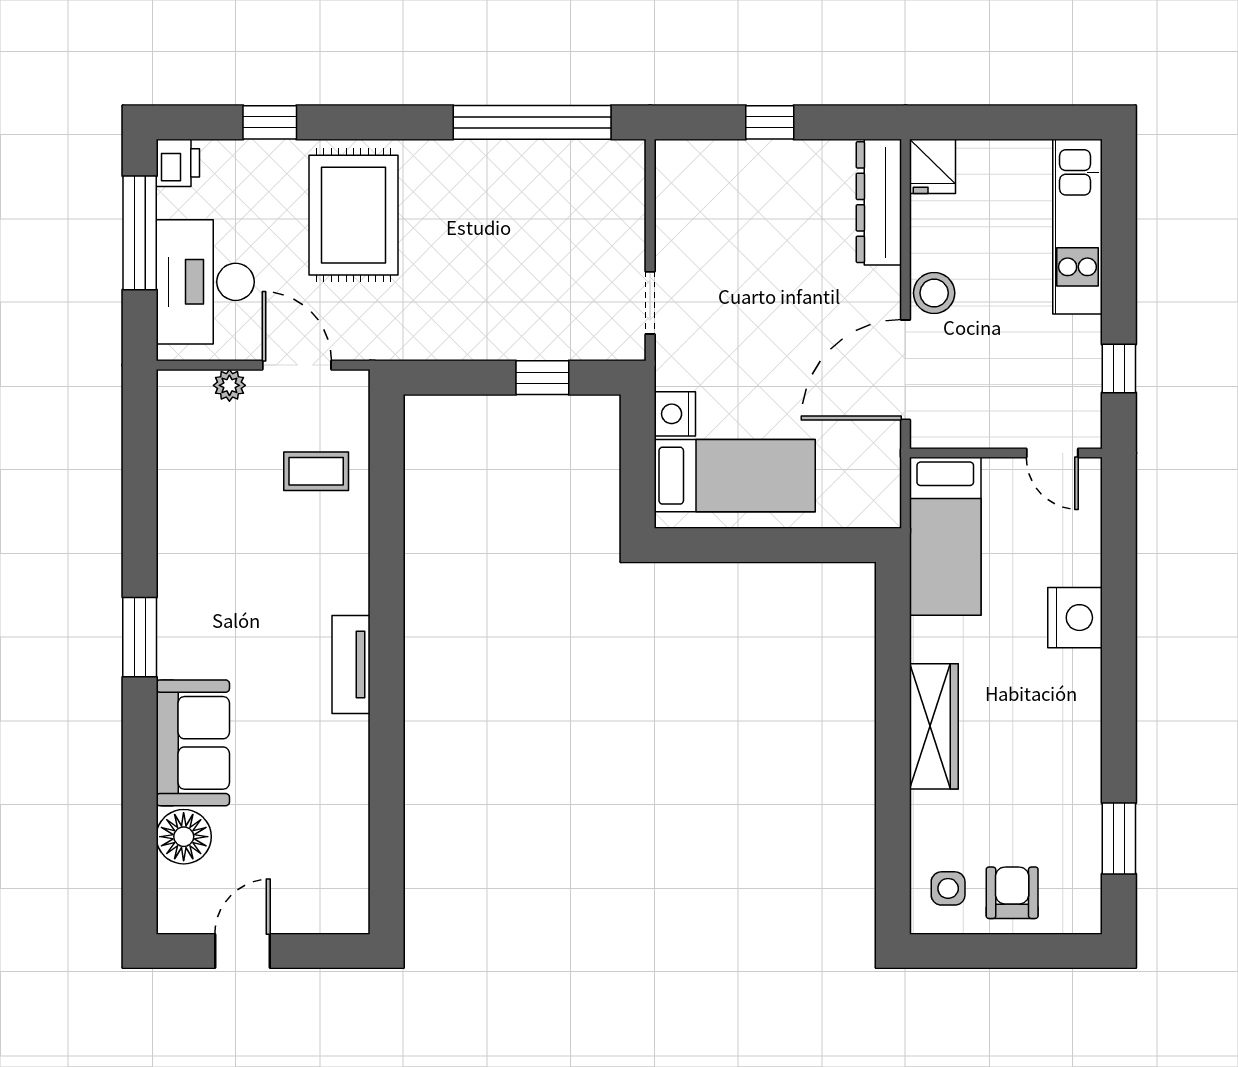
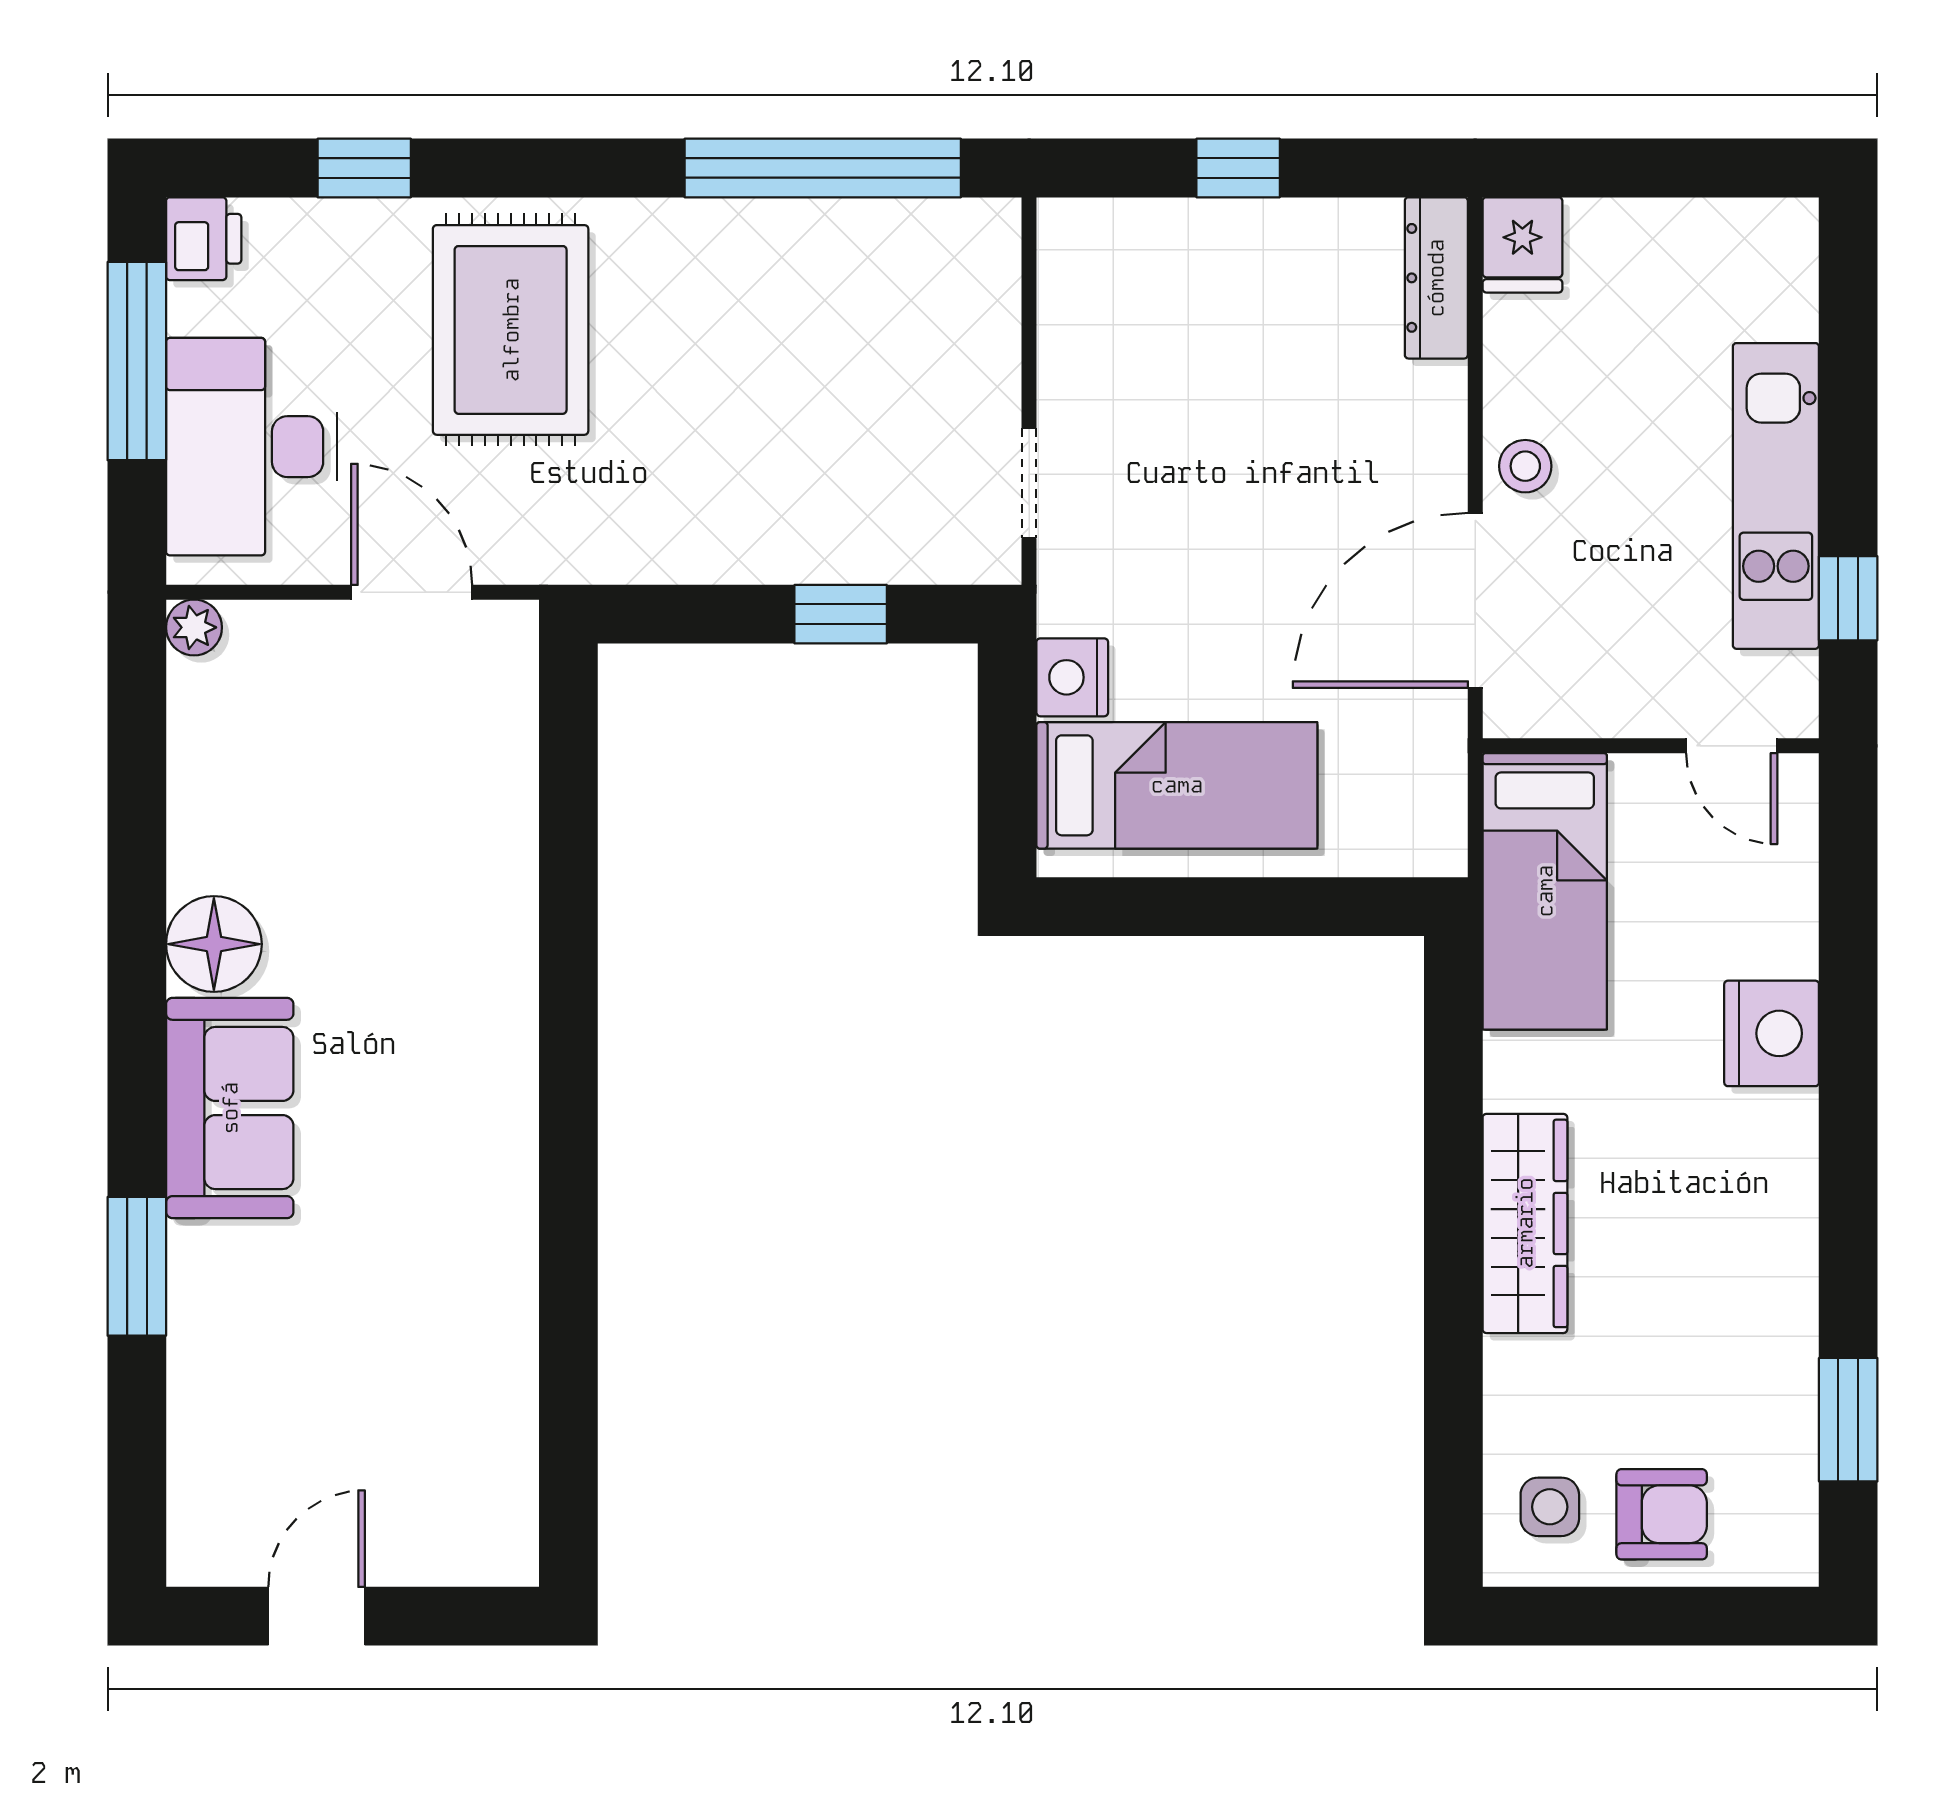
dresser: (879, 202) -> (1436, 278), width x0.73, depth x0.80
kitchen unit: (1077, 227) -> (1776, 496), moved
stool: (934, 293) -> (1525, 466), width x0.73, depth x0.73
plant: (229, 385) -> (194, 627), moved
coffee table: (316, 471) -> (445, 778), removed
window: (140, 637) -> (137, 1266), moved
tv unit: (351, 665) -> (506, 1115), removed
sofa: (193, 743) -> (230, 1108), moved
floor lamp: (184, 837) -> (214, 944), moved
armchair: (1012, 893) -> (1662, 1514), turned 90

